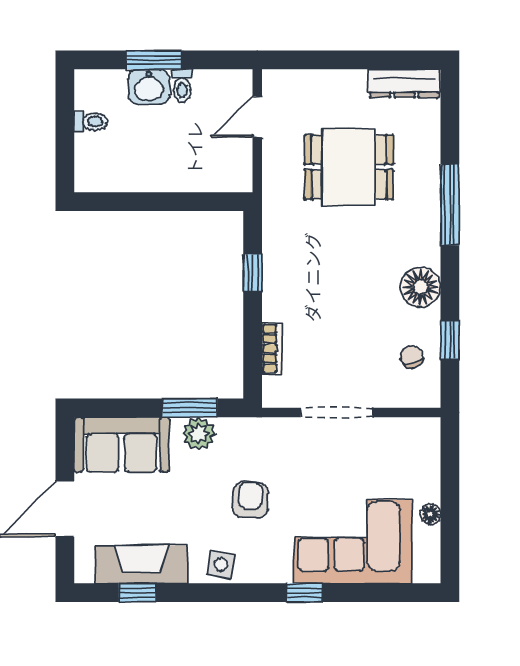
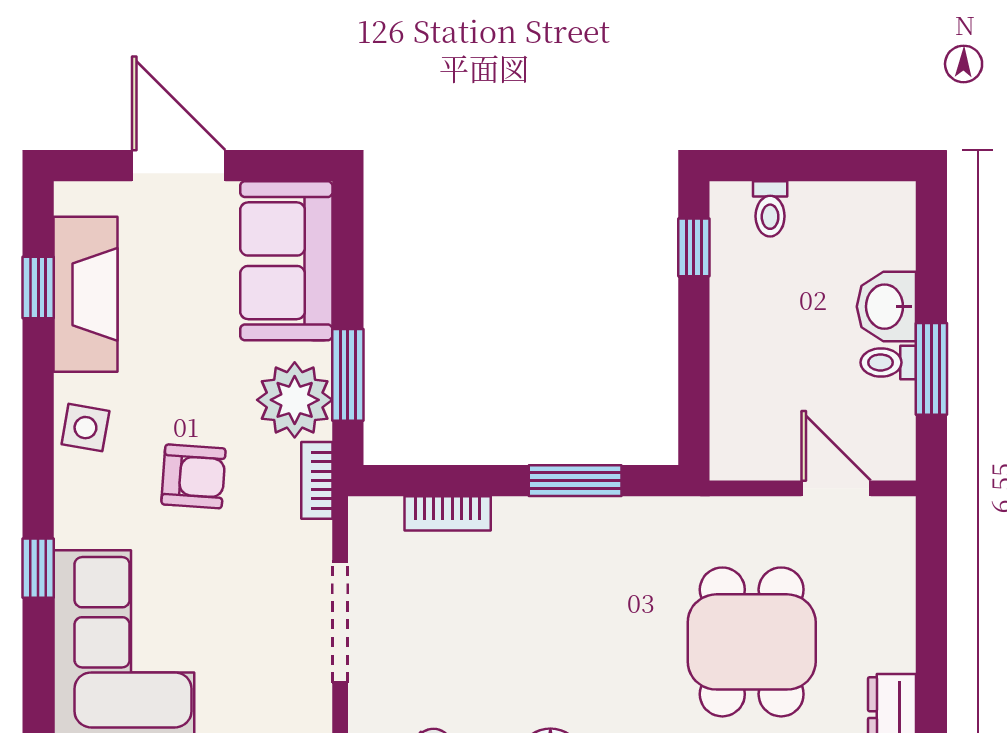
window: (154, 60) -> (931, 369), moved
toilet: (91, 122) -> (770, 209), moved
window: (114, 202) -> (694, 247), added
window: (253, 272) -> (575, 481), width x1.50
bookcase: (252, 426) -> (317, 480), added
plant: (199, 434) -> (295, 400), width x1.36, depth x1.36

